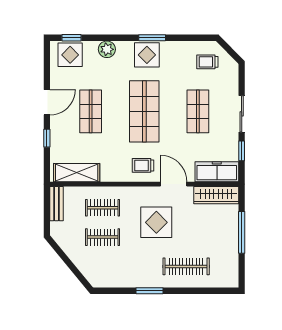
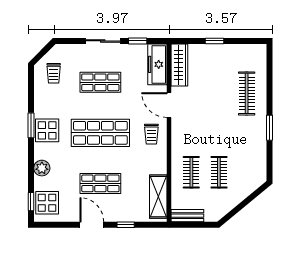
door: (174, 184) -> (169, 105), hinge flipped
display table: (156, 222) -> (205, 121), removed
window: (242, 232) -> (214, 41), width x0.46

